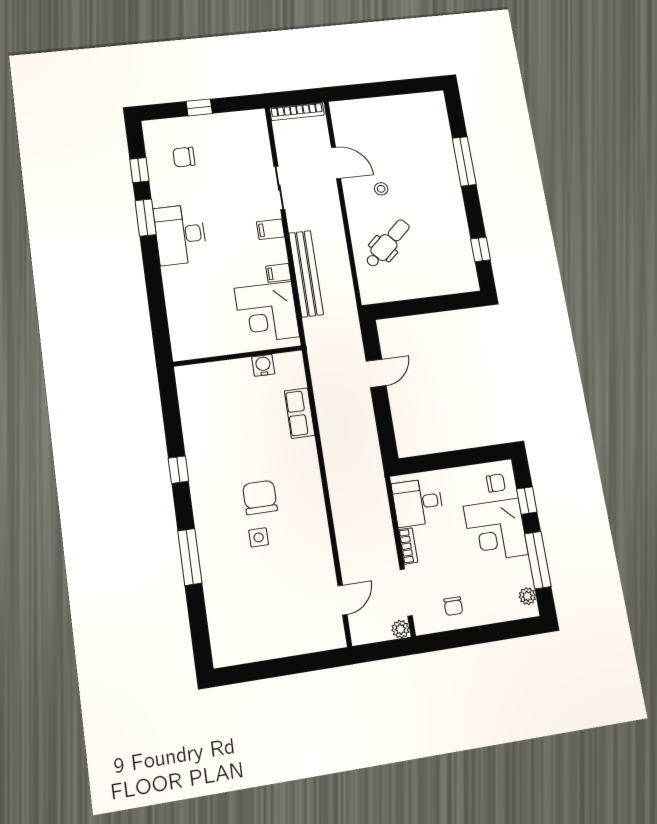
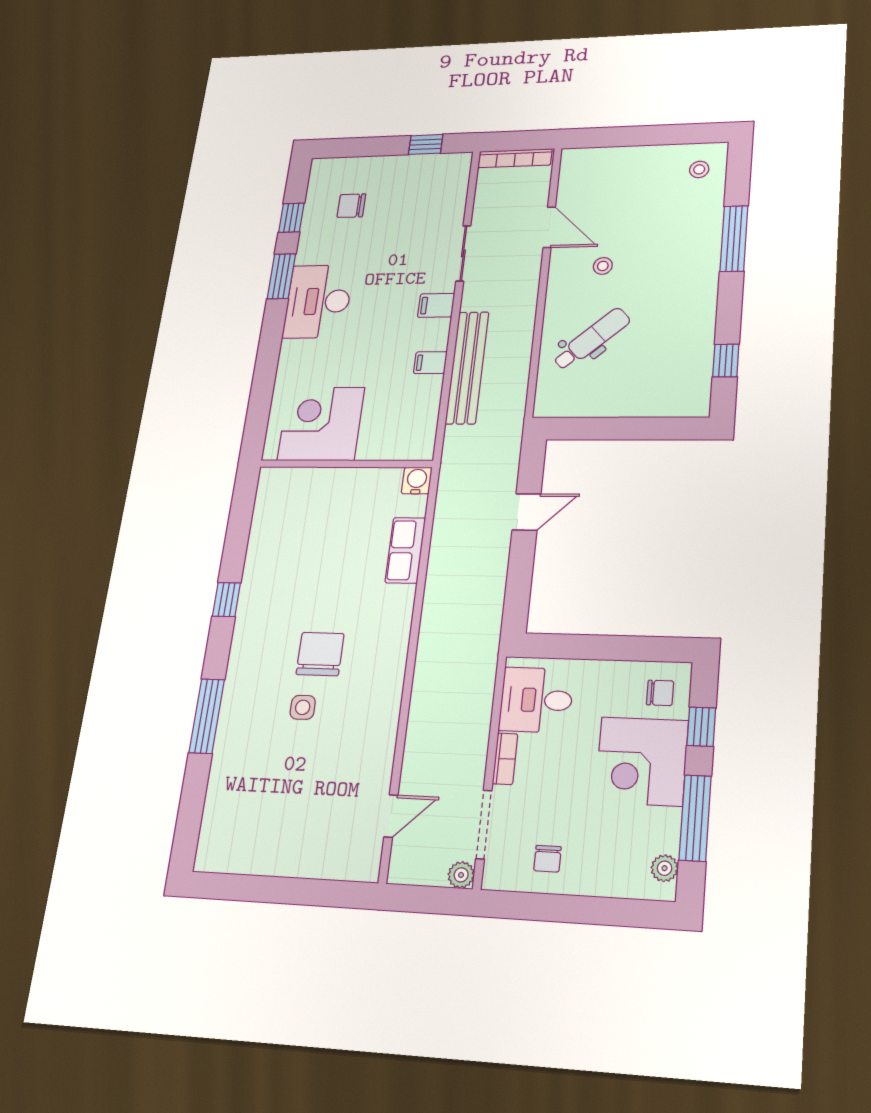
window: (199, 107) -> (426, 144), moved
stool: (428, 112) -> (699, 169), added
corner desk: (267, 312) -> (321, 424), moved, turned 90
water cooler: (263, 365) -> (417, 481), moved

